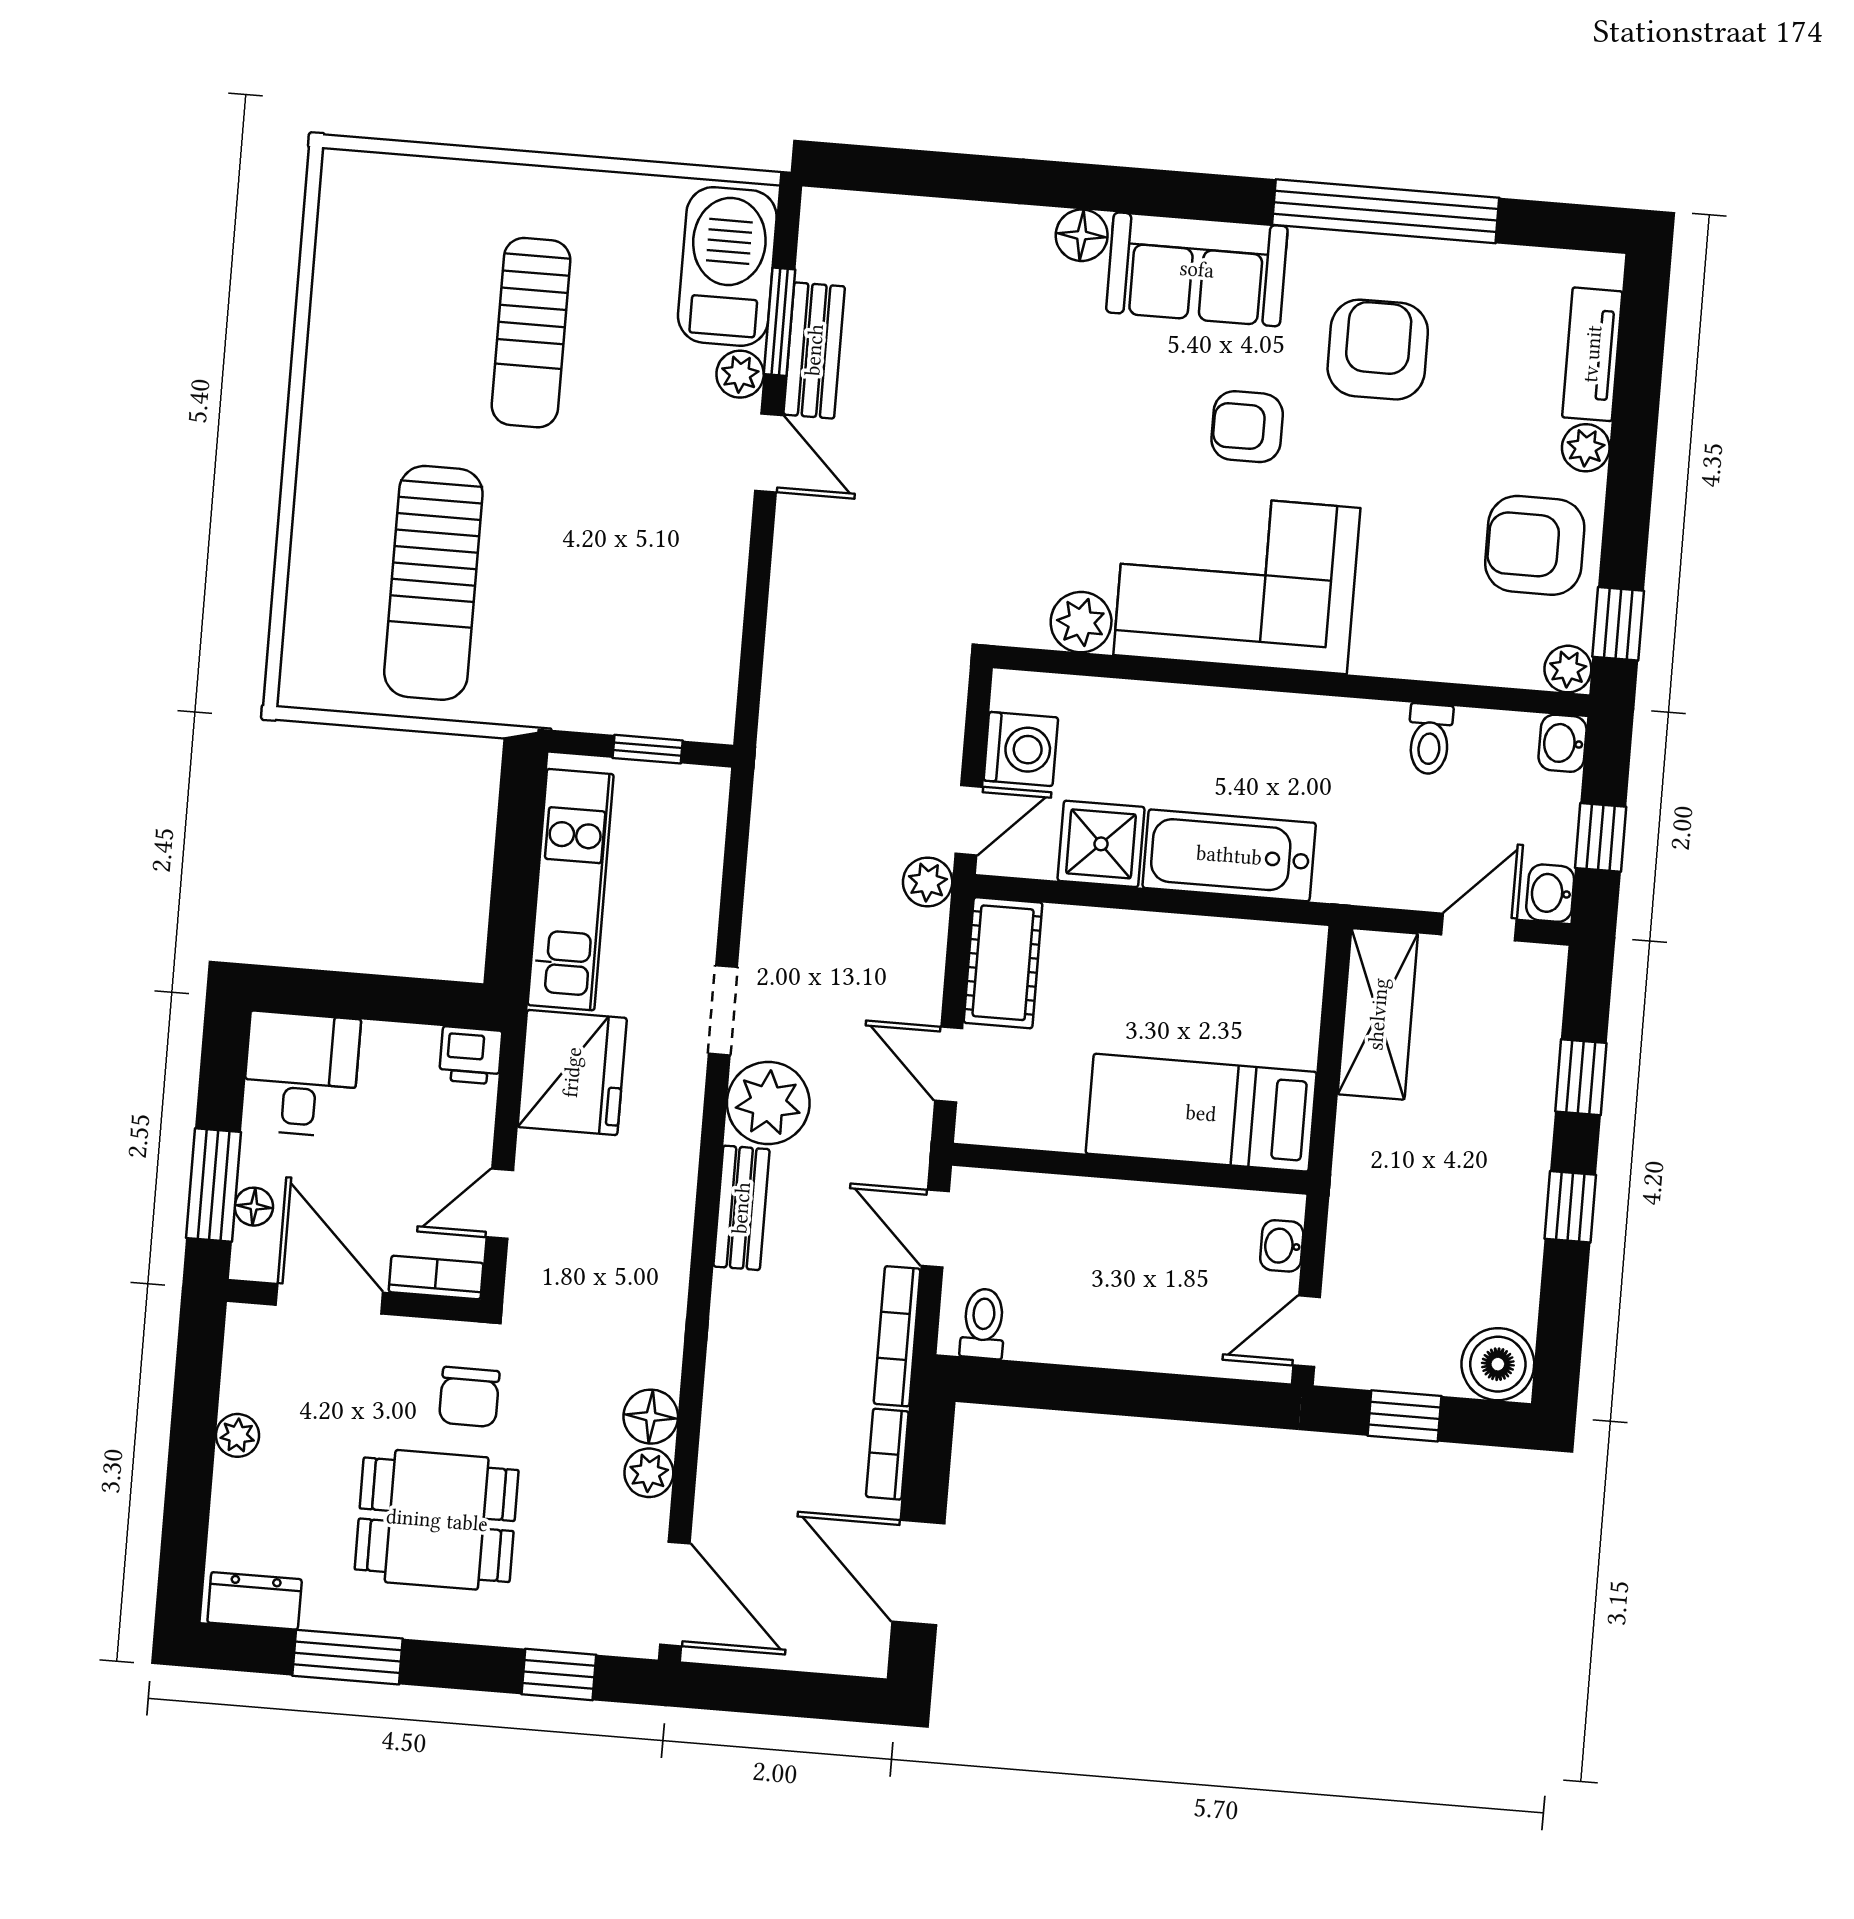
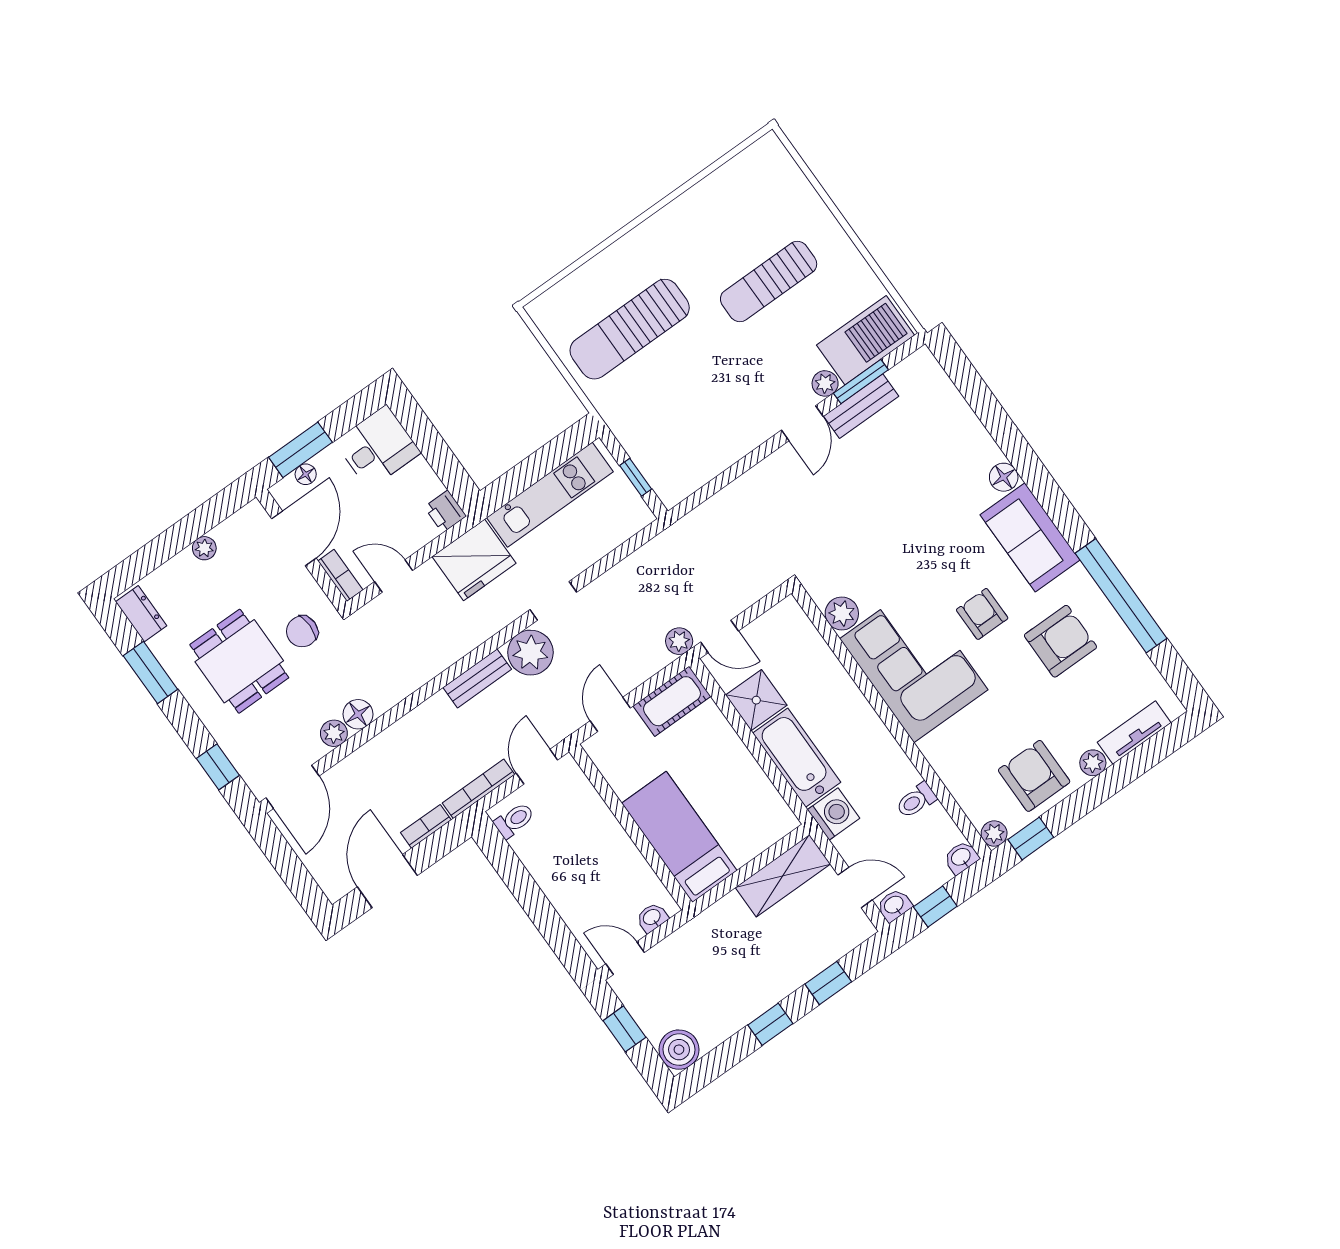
washing machine: (1021, 749) -> (834, 814), moved, turned -90

